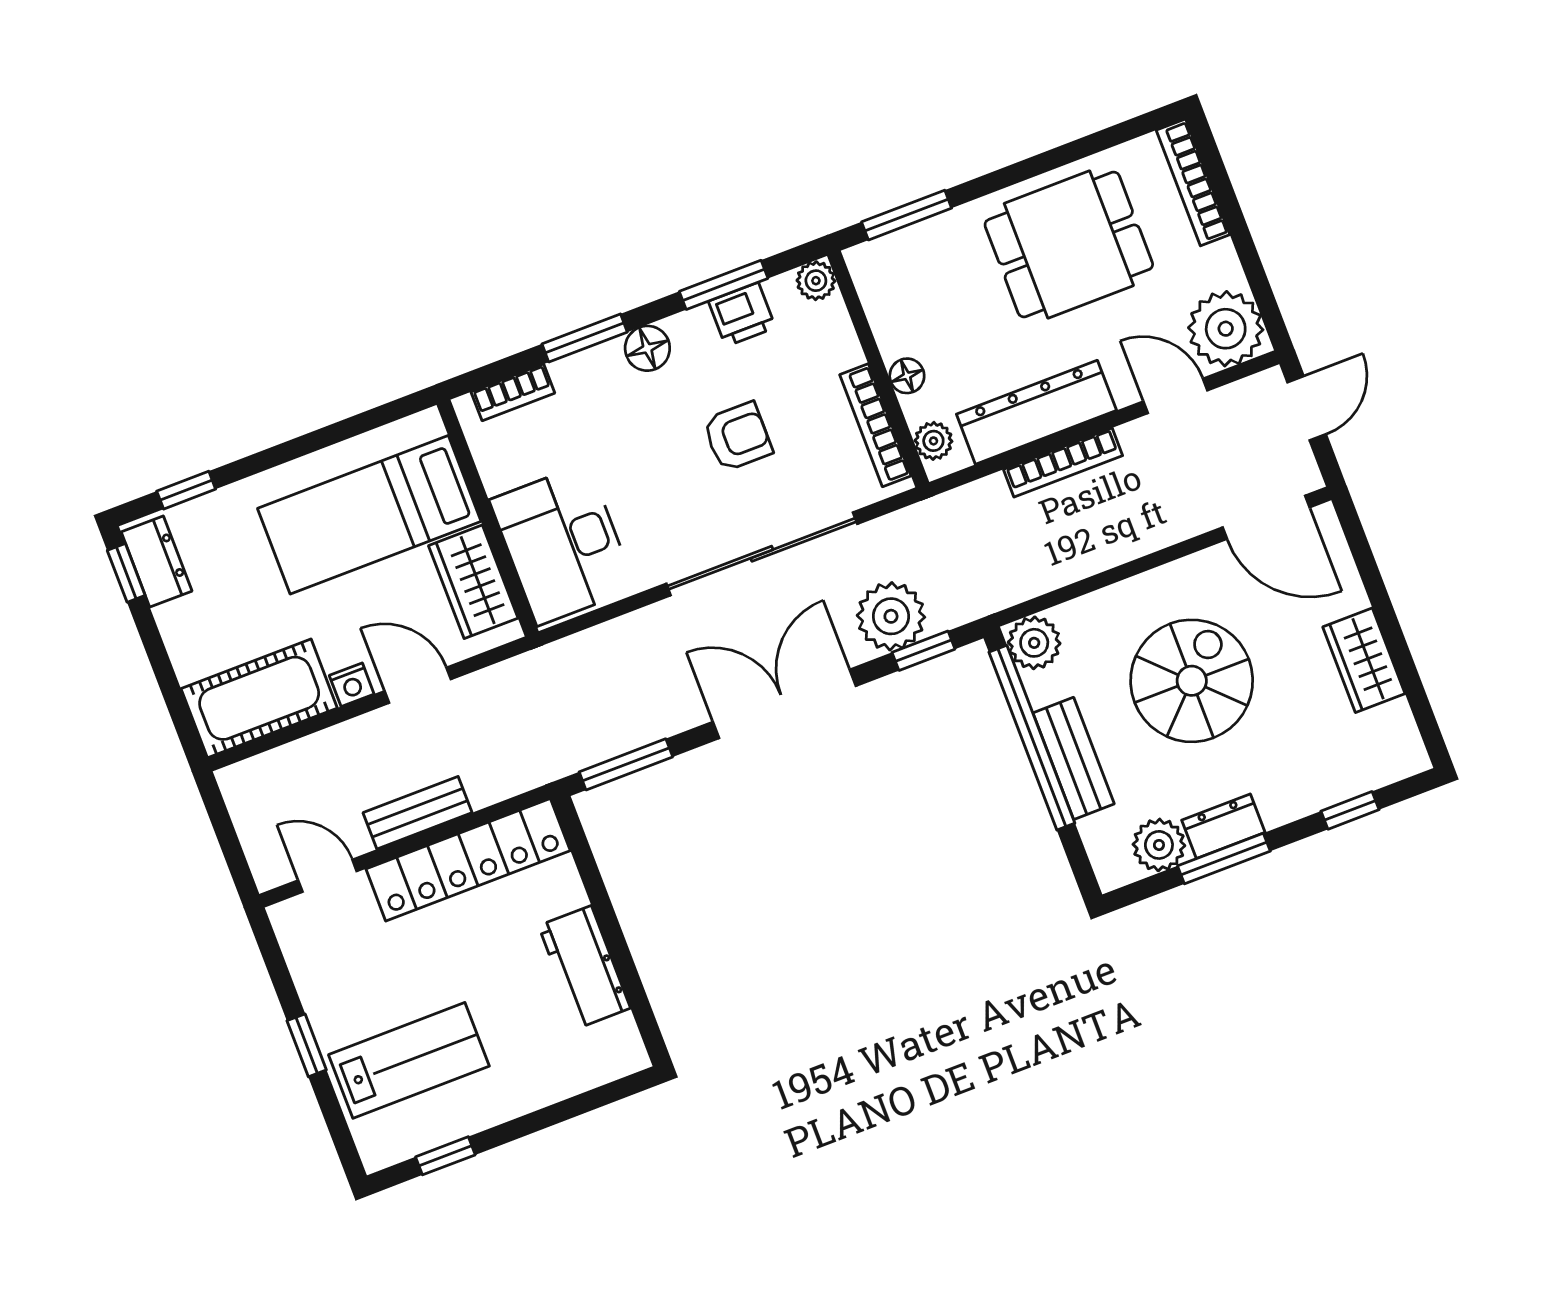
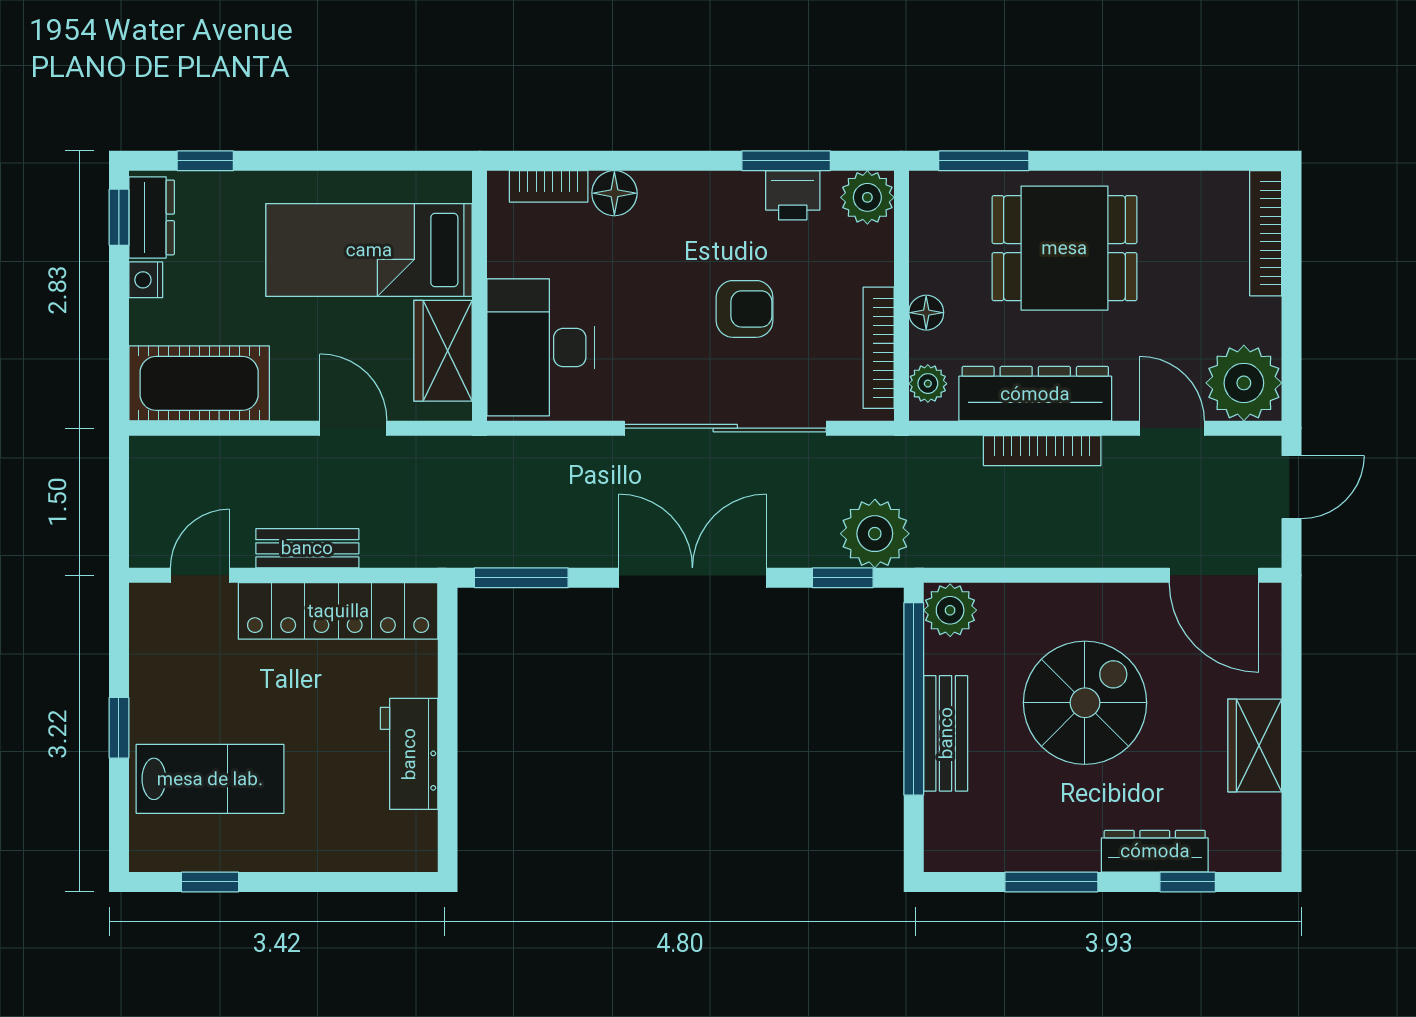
dining table: (1069, 245) -> (1064, 248), moved
plant: (816, 281) -> (867, 197), width x1.38, depth x1.38
window: (585, 338) -> (636, 161), removed
floor lamp: (647, 348) -> (614, 193), moved
plant: (891, 616) -> (875, 534), moved
nightstand: (352, 685) -> (146, 280), moved, turned 90
dresser: (1223, 826) -> (1155, 851), moved, width x1.44
plant: (1159, 845) -> (995, 846), removed
door: (327, 876) -> (200, 575), hinge flipped

